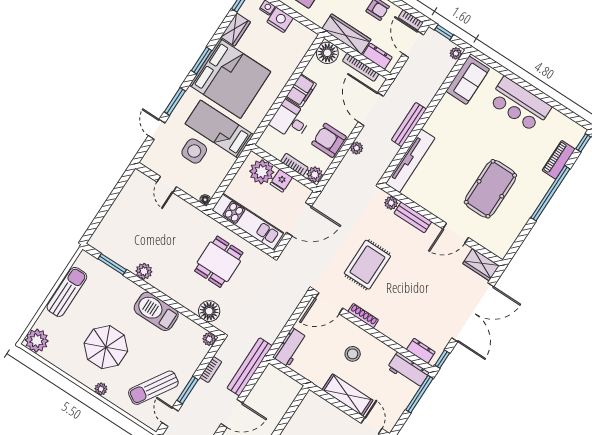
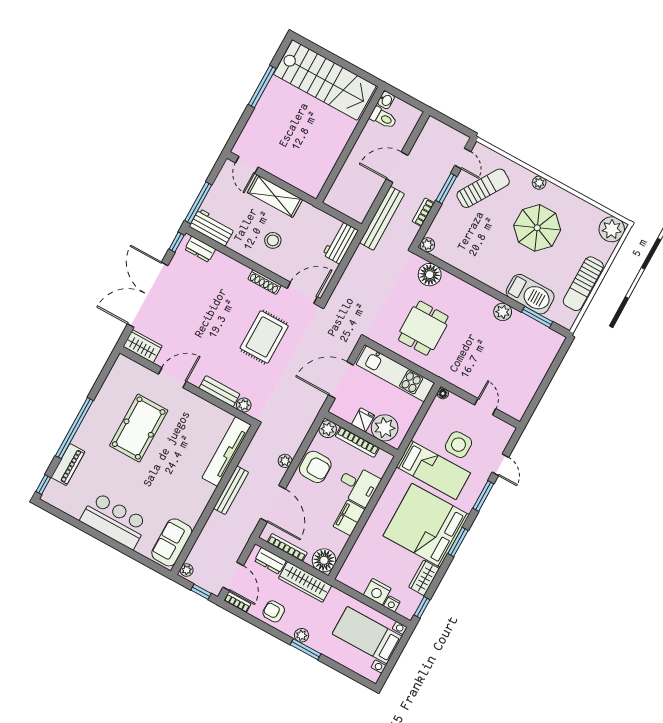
bookcase: (294, 165) -> (357, 442), width x1.56
barbecue: (156, 311) -> (530, 294), moved

